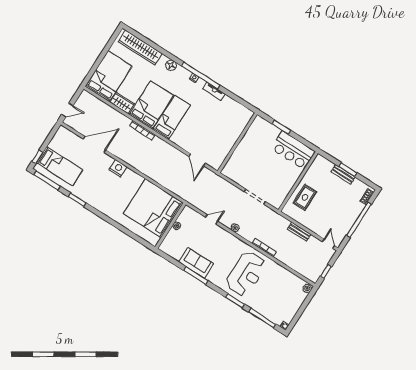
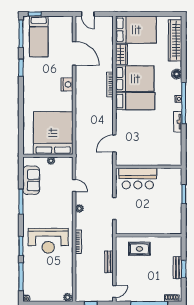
bar counter: (293, 150) -> (138, 178), moved, turned -90
sofa: (196, 263) -> (31, 180), moved

